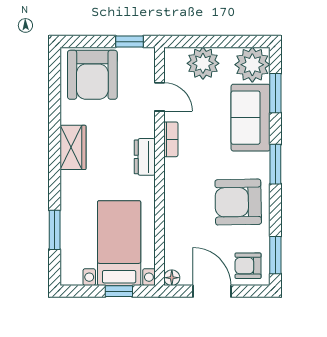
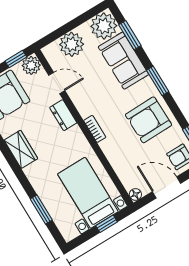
plant: (143, 59) -> (31, 65), added
bookcase: (171, 139) -> (95, 129), moved
dresser: (145, 157) -> (63, 115), moved

